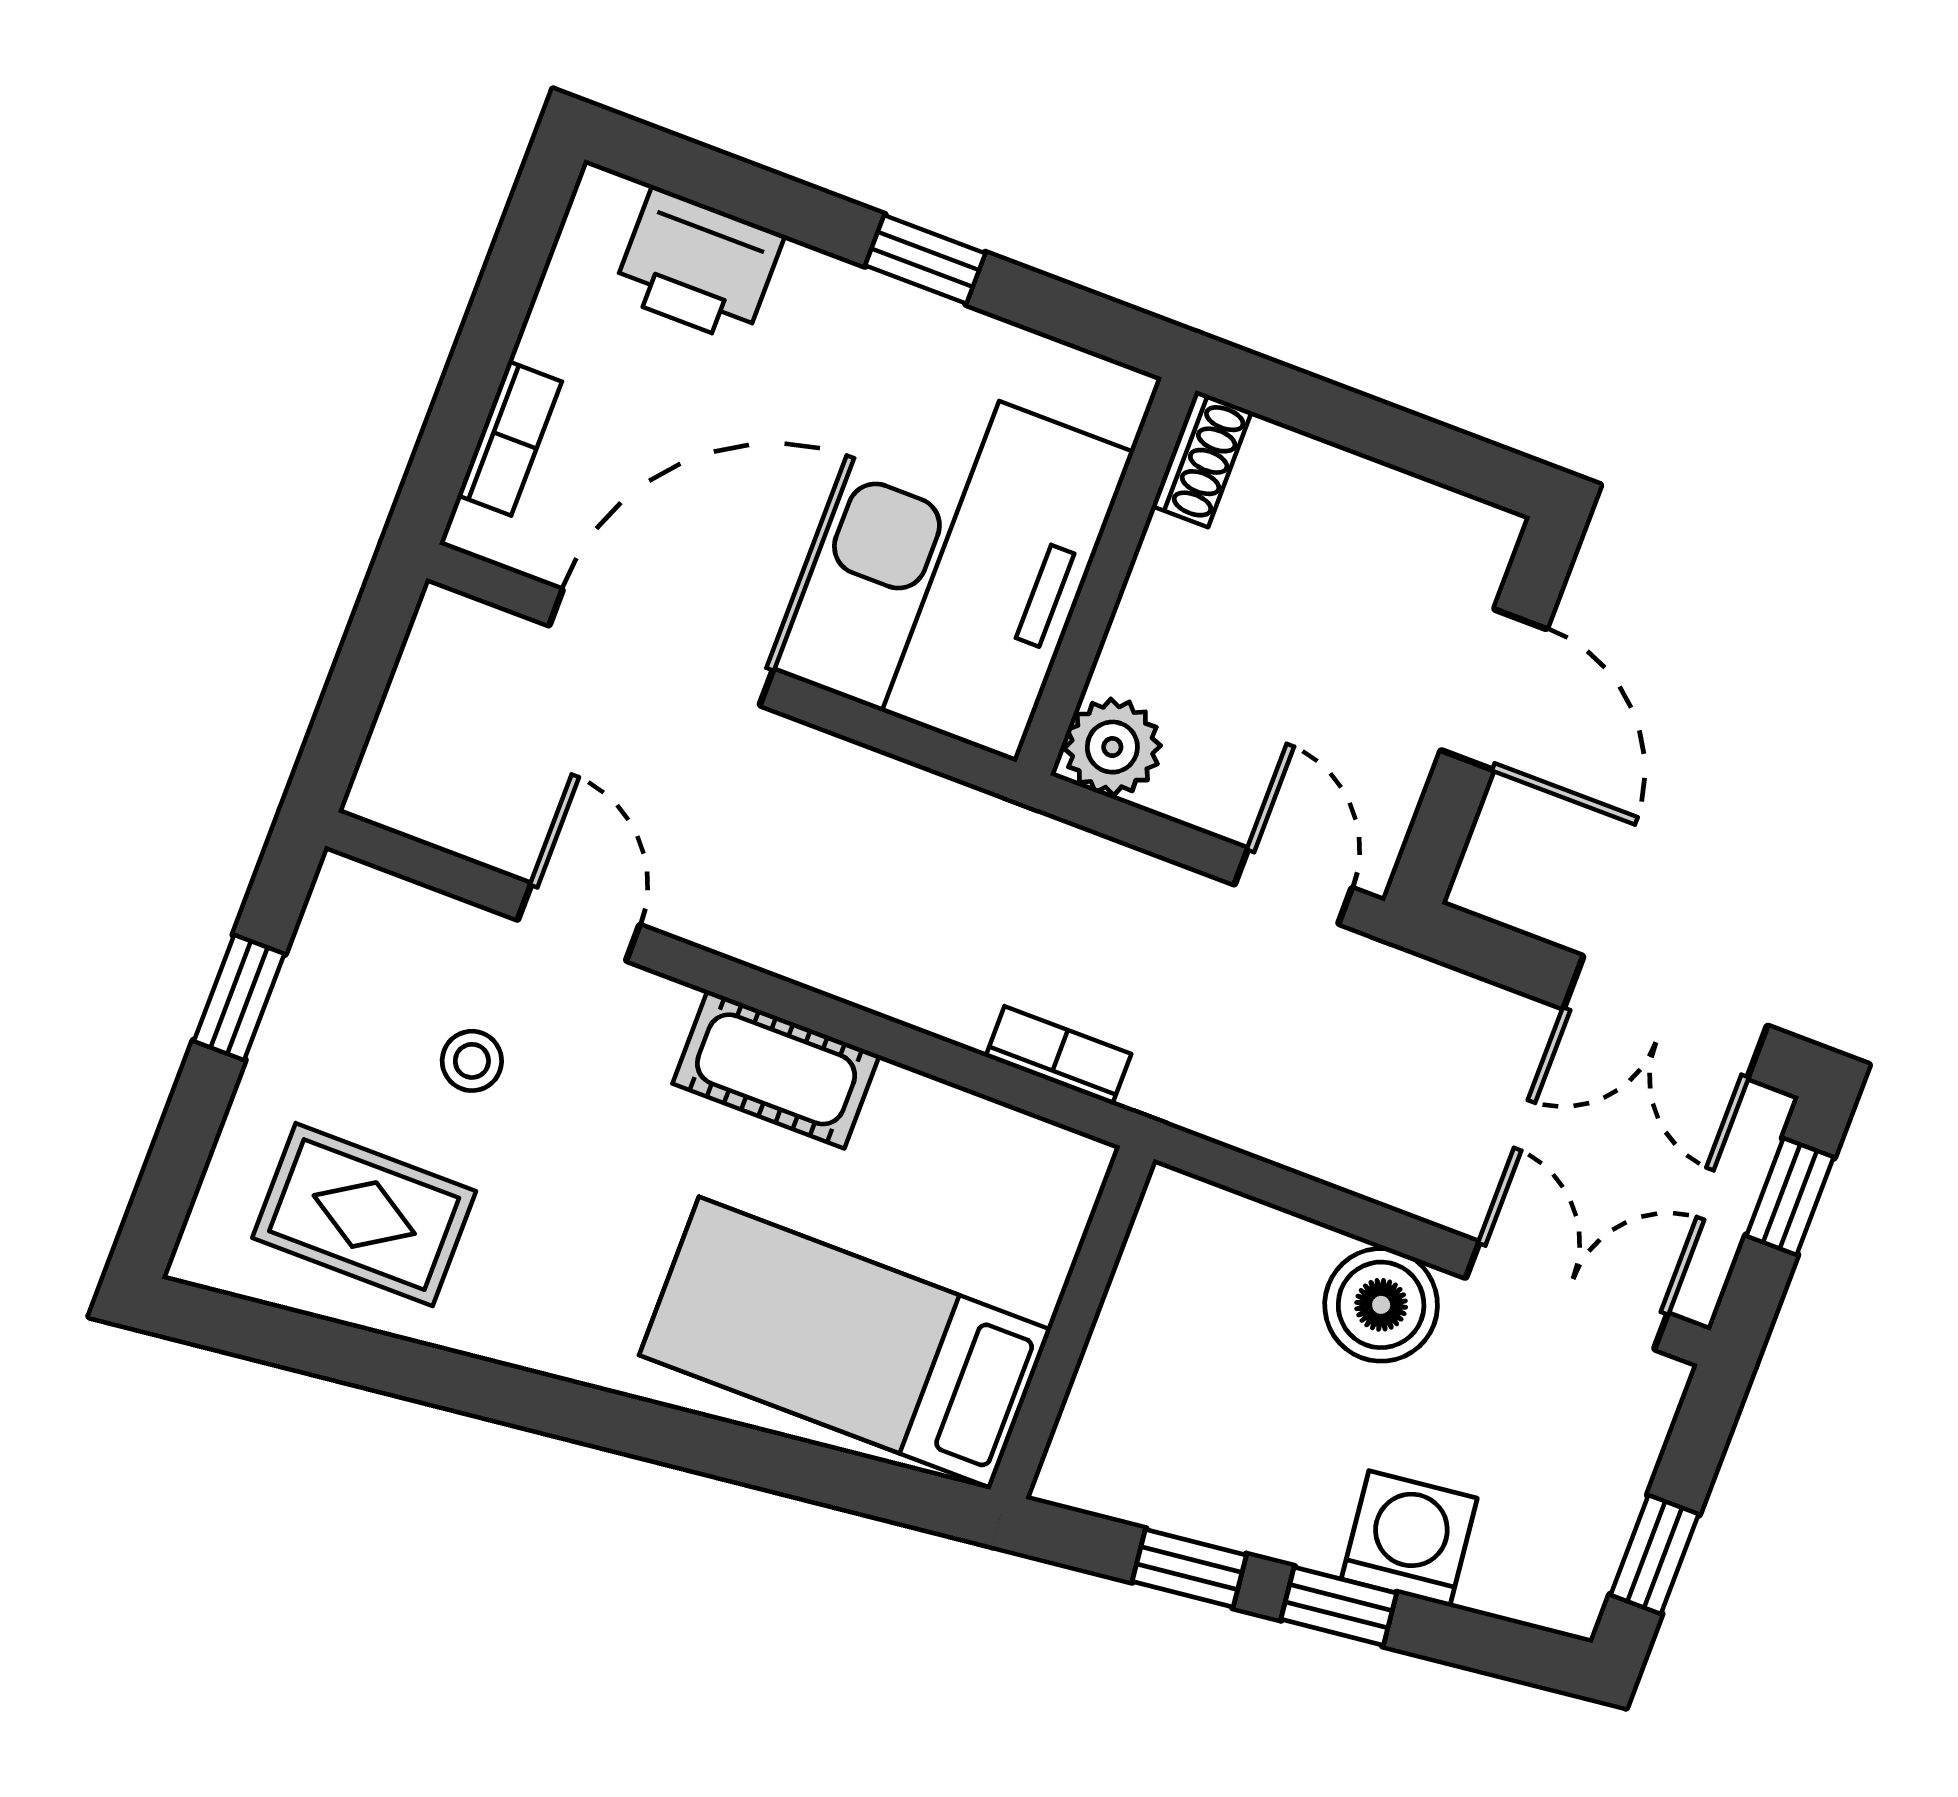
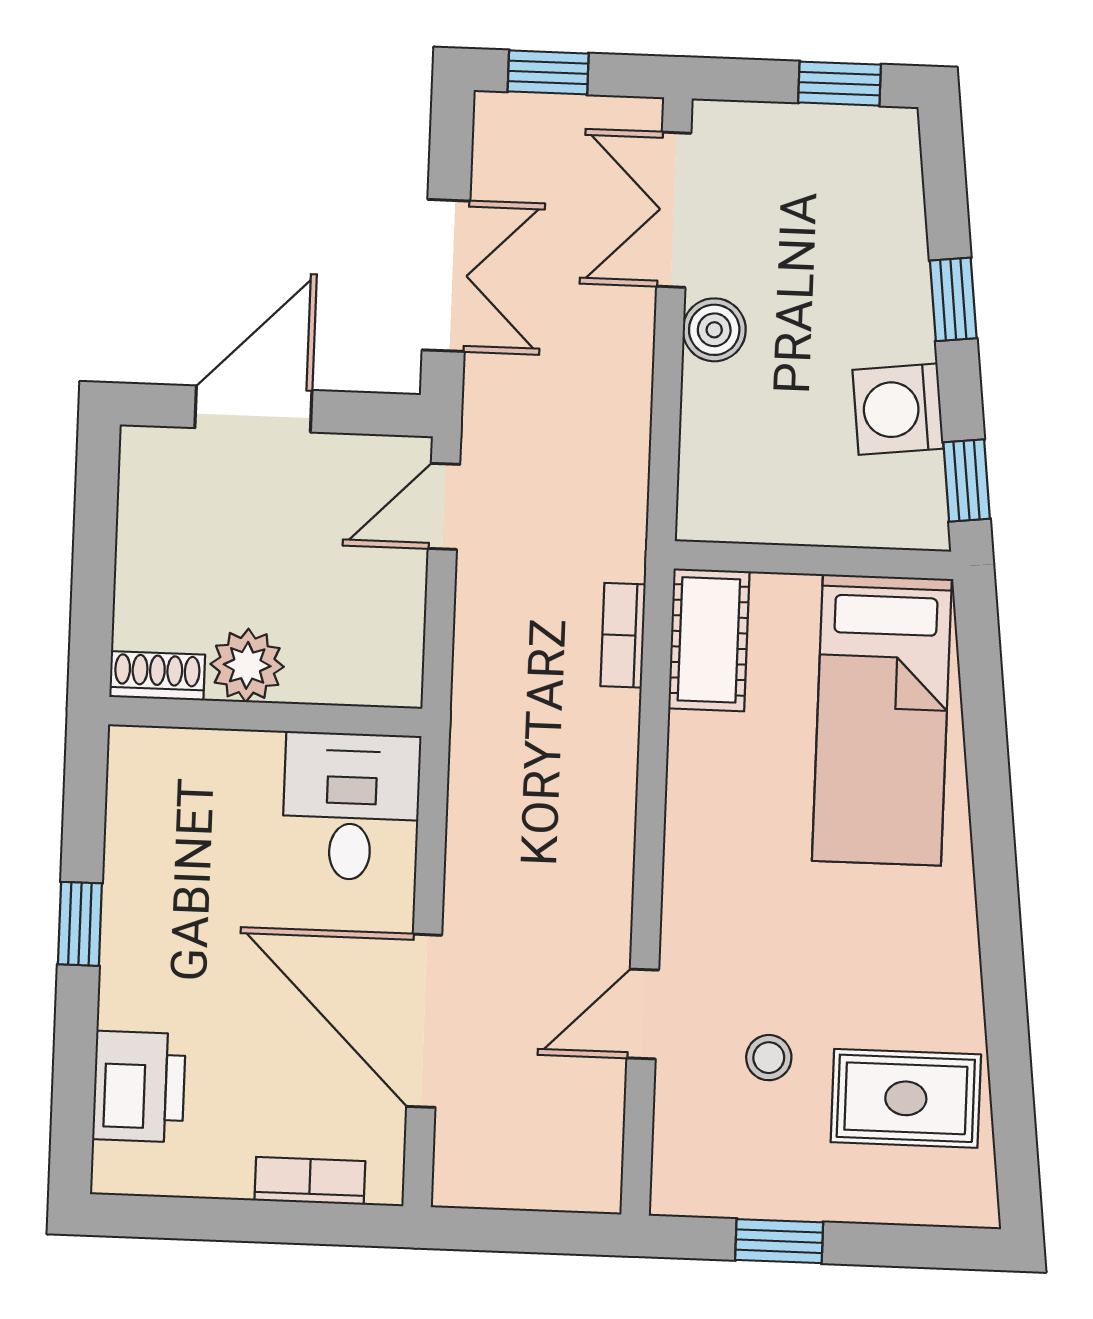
desk: (959, 563) -> (351, 806), width x0.53, depth x0.77
plant: (1112, 747) -> (247, 665), moved
double door: (1665, 1017) -> (446, 275), moved
cot: (776, 1069) -> (709, 640), moved
rug: (364, 1215) -> (906, 1098), turned 90
boiler: (1381, 1305) -> (714, 330), width x0.73, depth x0.73
washing machine: (1409, 1539) -> (898, 409), moved
window: (1189, 1568) -> (967, 481), moved

